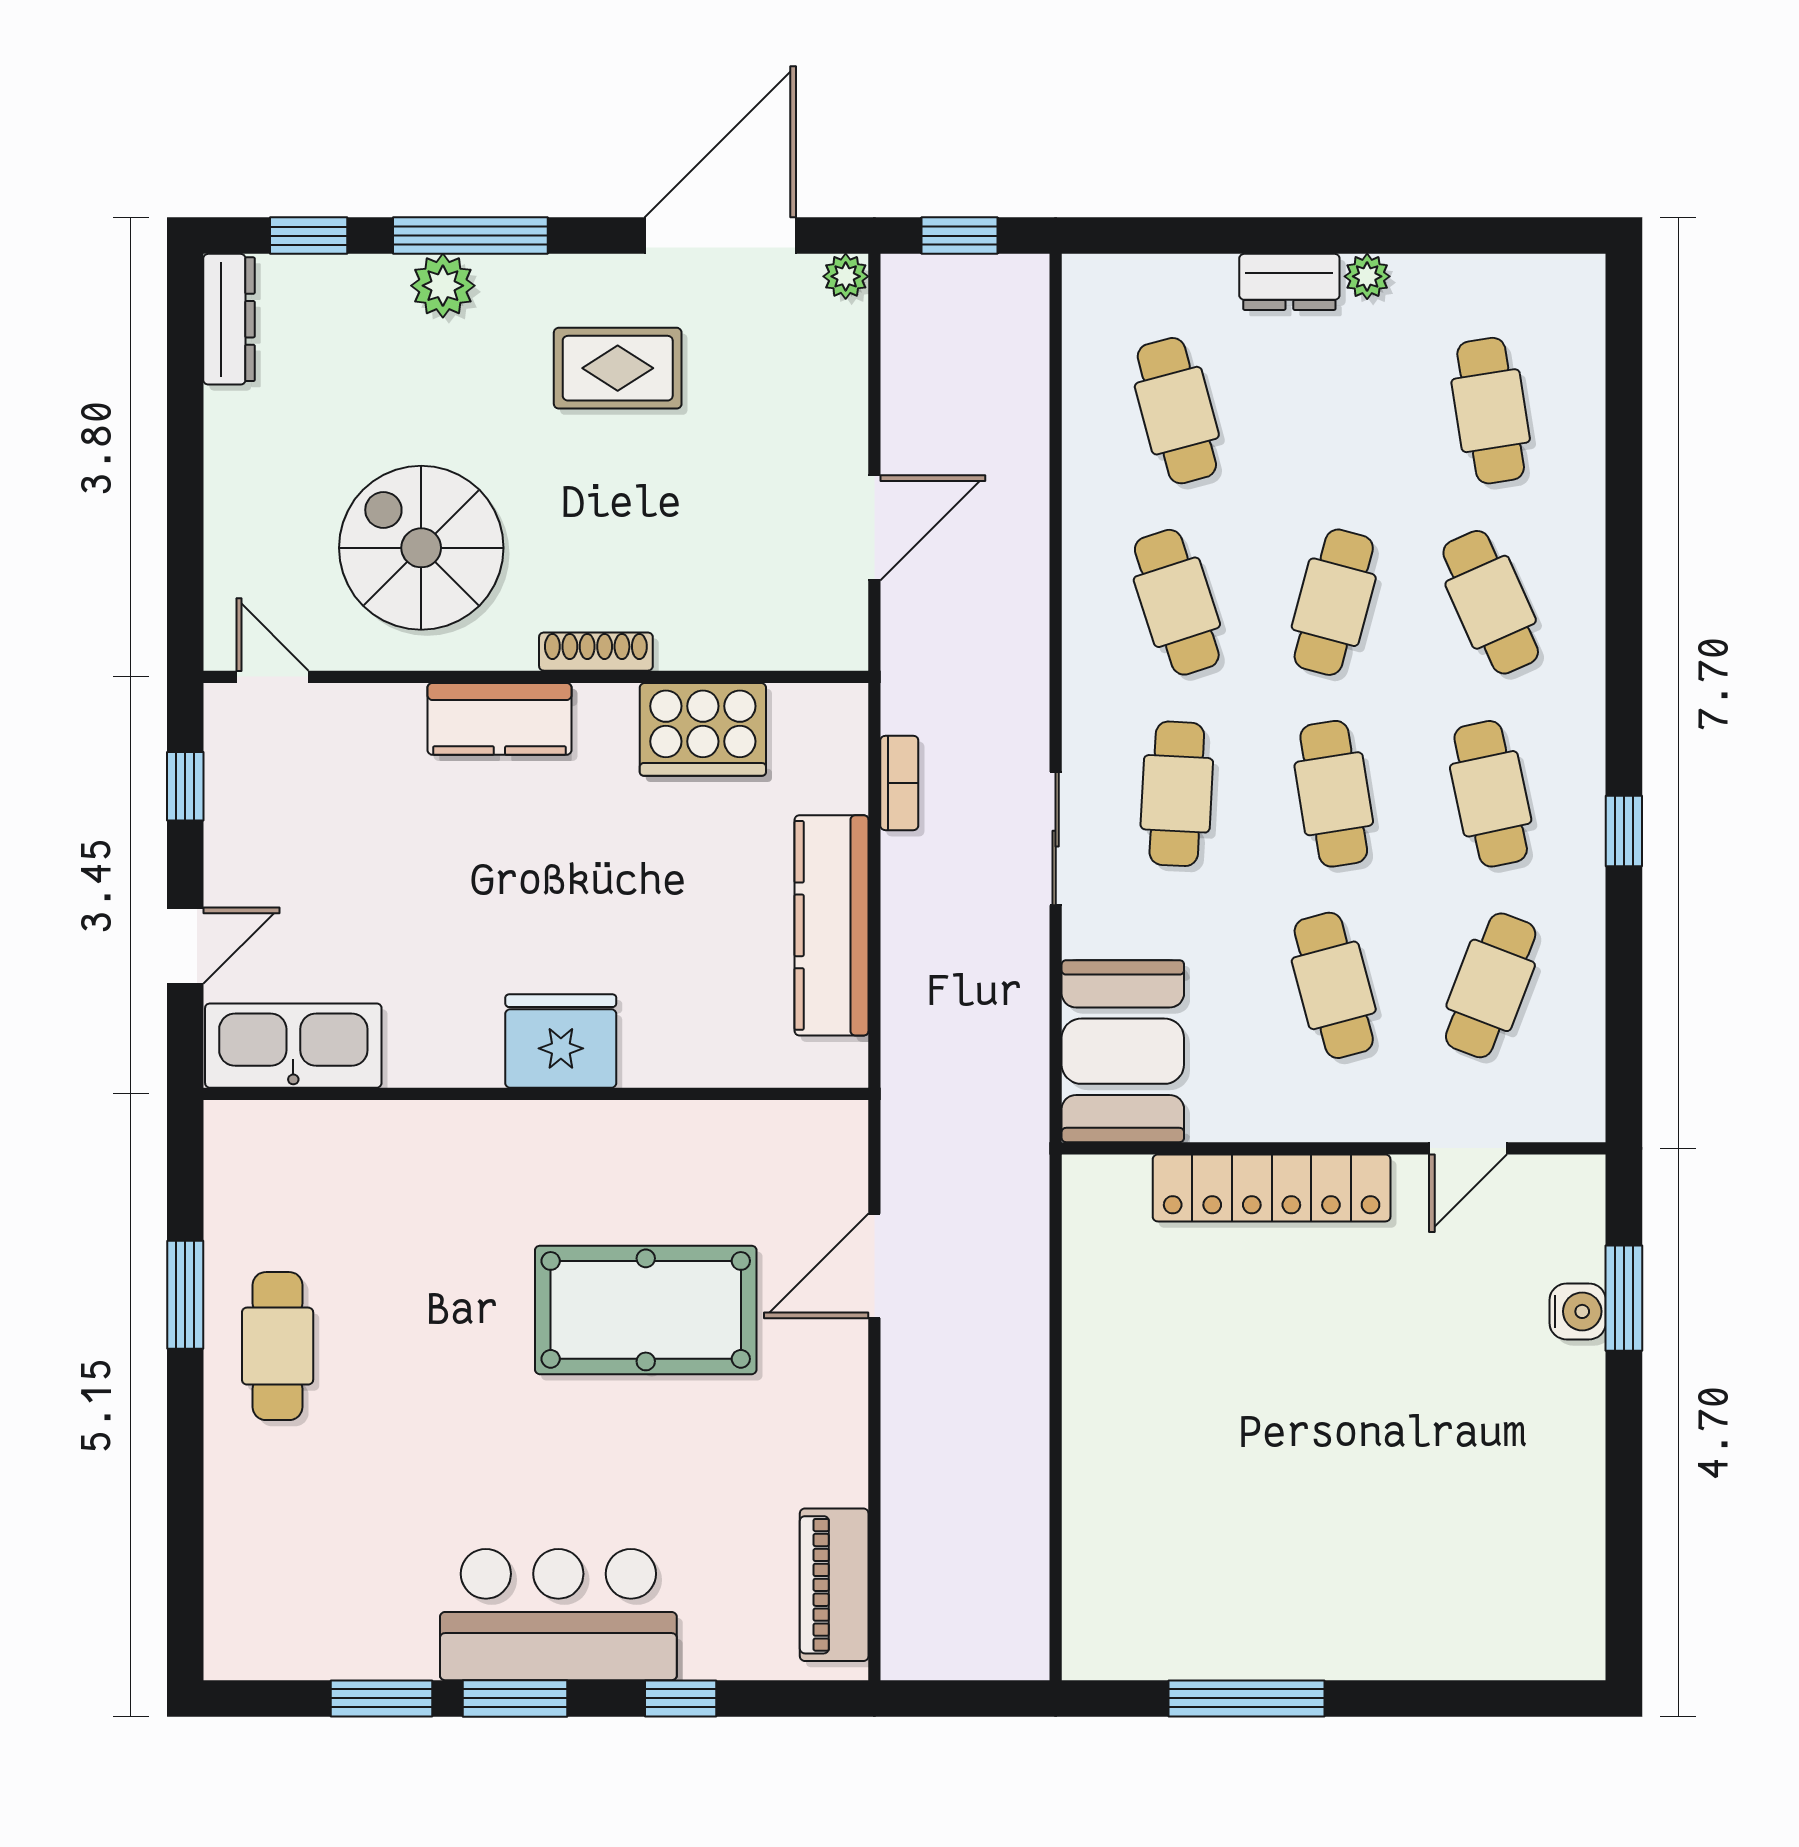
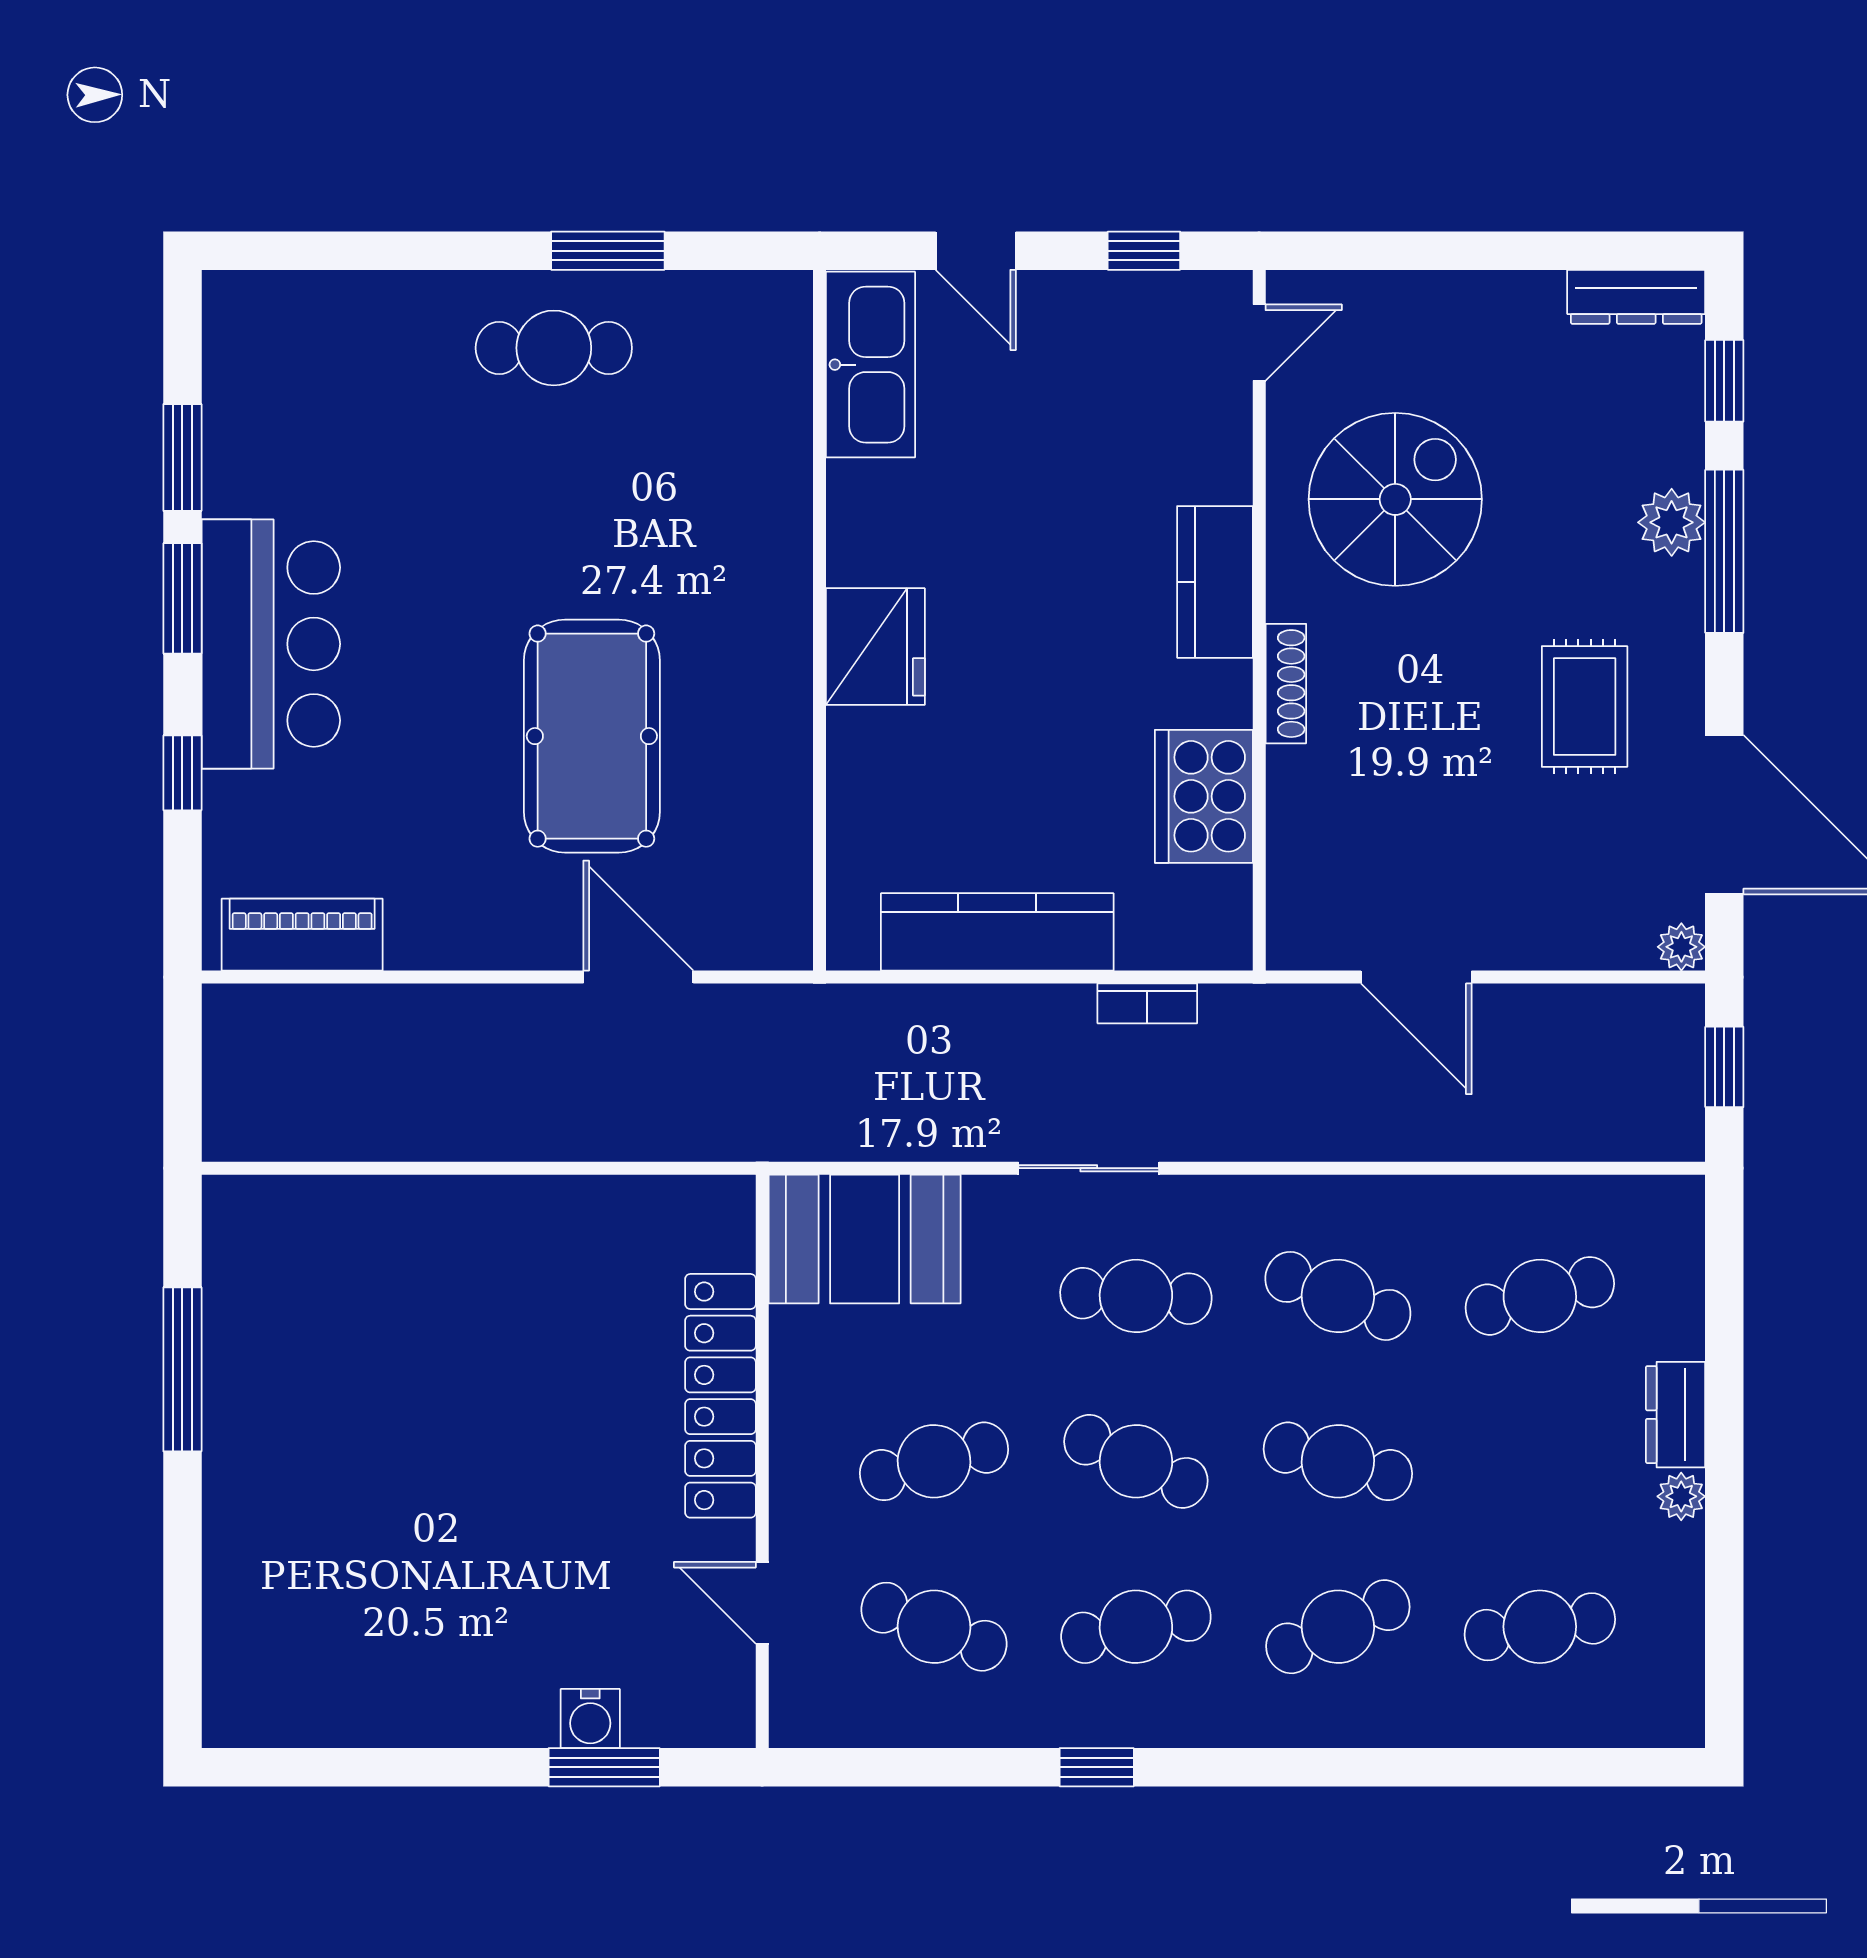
cafe table: (1177, 602) -> (1338, 1296), turned 39
cafe table: (1334, 794) -> (1136, 1461), turned 33

